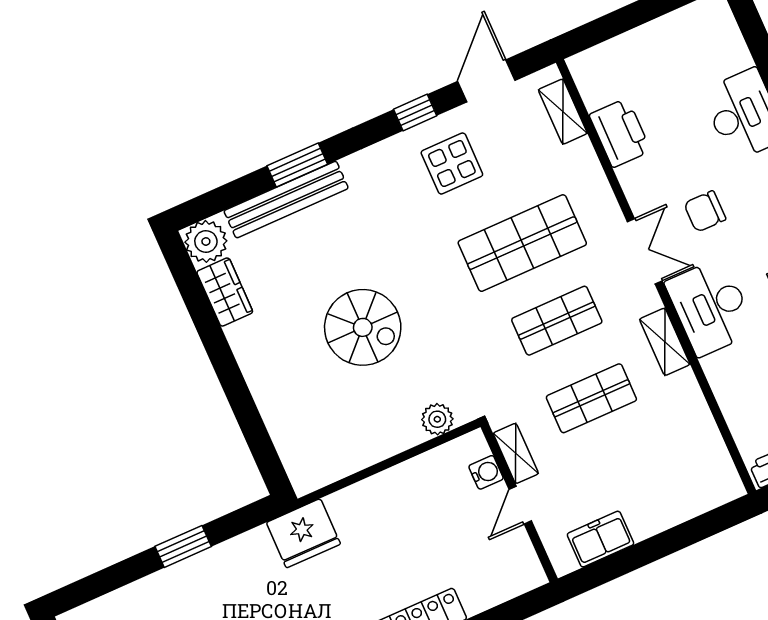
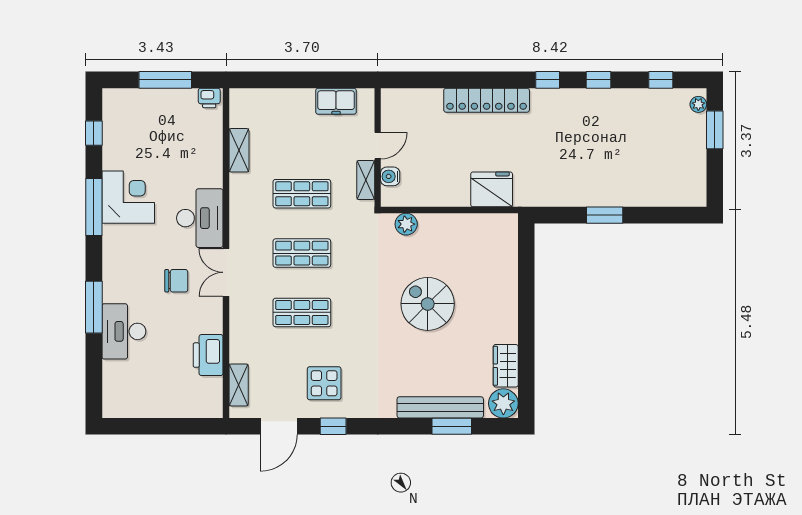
window: (297, 165) -> (452, 426), moved
shop shelf: (522, 243) -> (302, 312), width x0.70, depth x0.74
shelving: (665, 342) -> (239, 150), moved
fridge: (303, 533) -> (492, 189), moved

